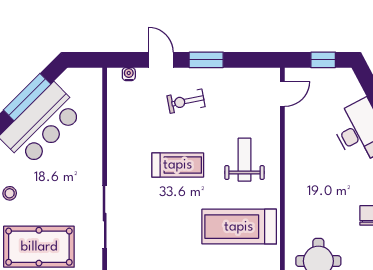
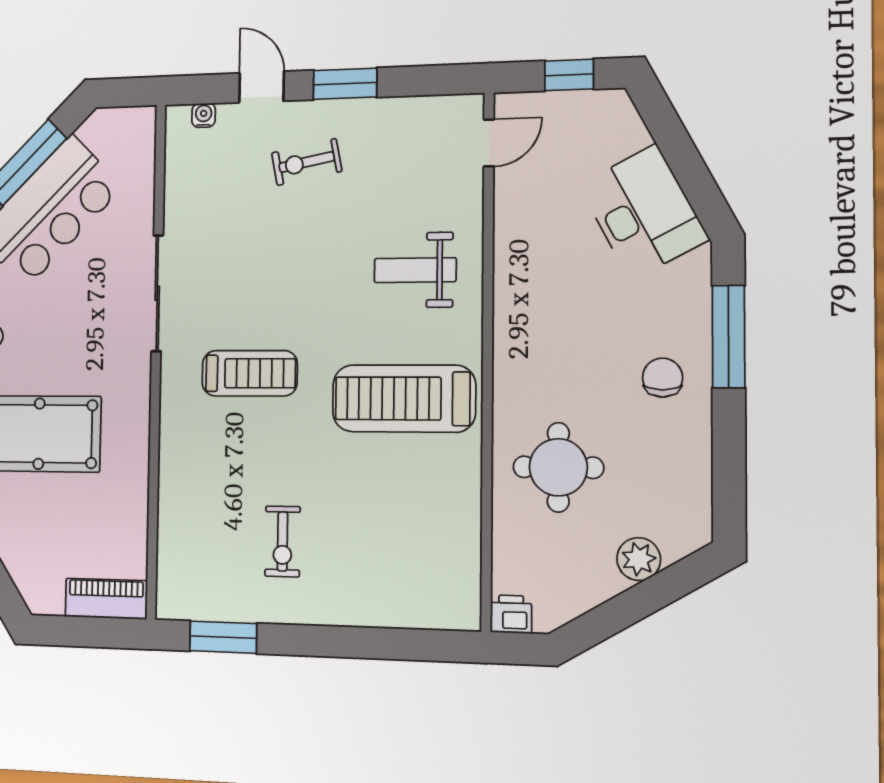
weight bench: (244, 160) -> (415, 270), turned -90
treadmill: (178, 165) -> (250, 373), moved
sliding door: (105, 217) -> (157, 293), moved

